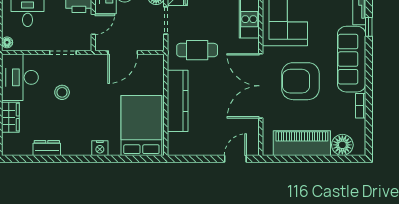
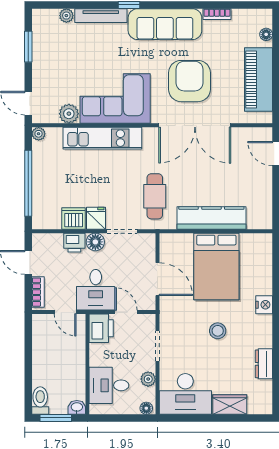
plant: (33, 44) -> (148, 379), added
armchair: (300, 81) -> (189, 81), turned 180
stool: (62, 92) -> (218, 331), moved
bed: (141, 126) -> (216, 266), moved, turned -90
floor lamp: (342, 145) -> (266, 34), width x0.53, depth x0.53

